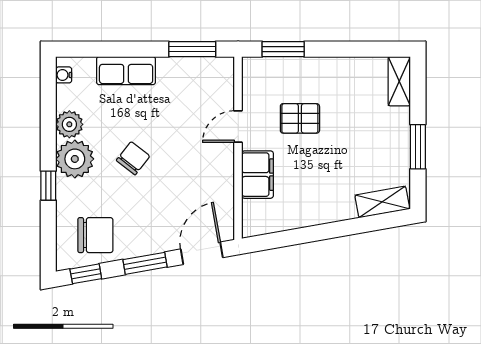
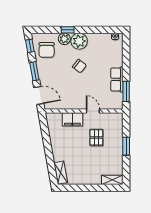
window: (283, 49) -> (126, 146), moved
row of seats: (126, 71) -> (117, 79), moved
plant: (69, 124) -> (64, 39), moved
window: (418, 147) -> (84, 188), removed

